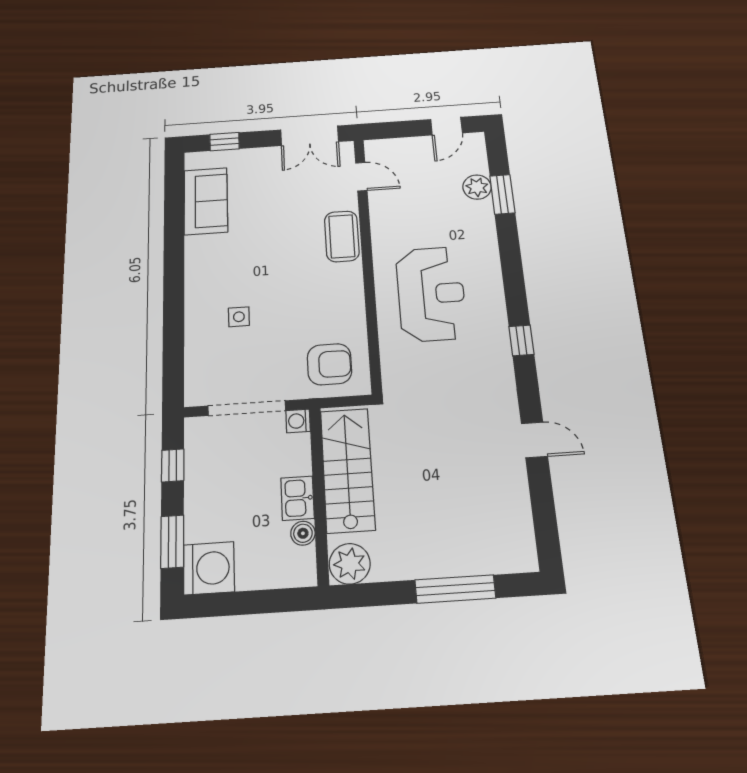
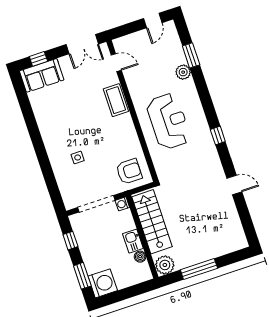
plant: (477, 187) -> (183, 72), moved
sofa: (206, 201) -> (42, 75), moved, turned 90
window: (455, 589) -> (199, 269), moved

